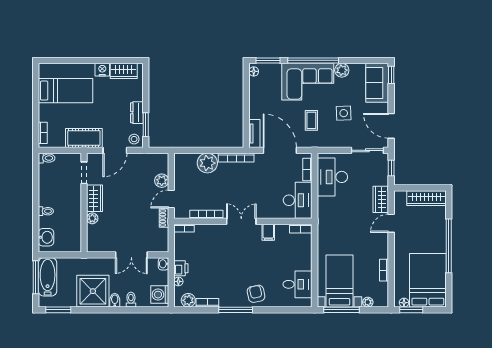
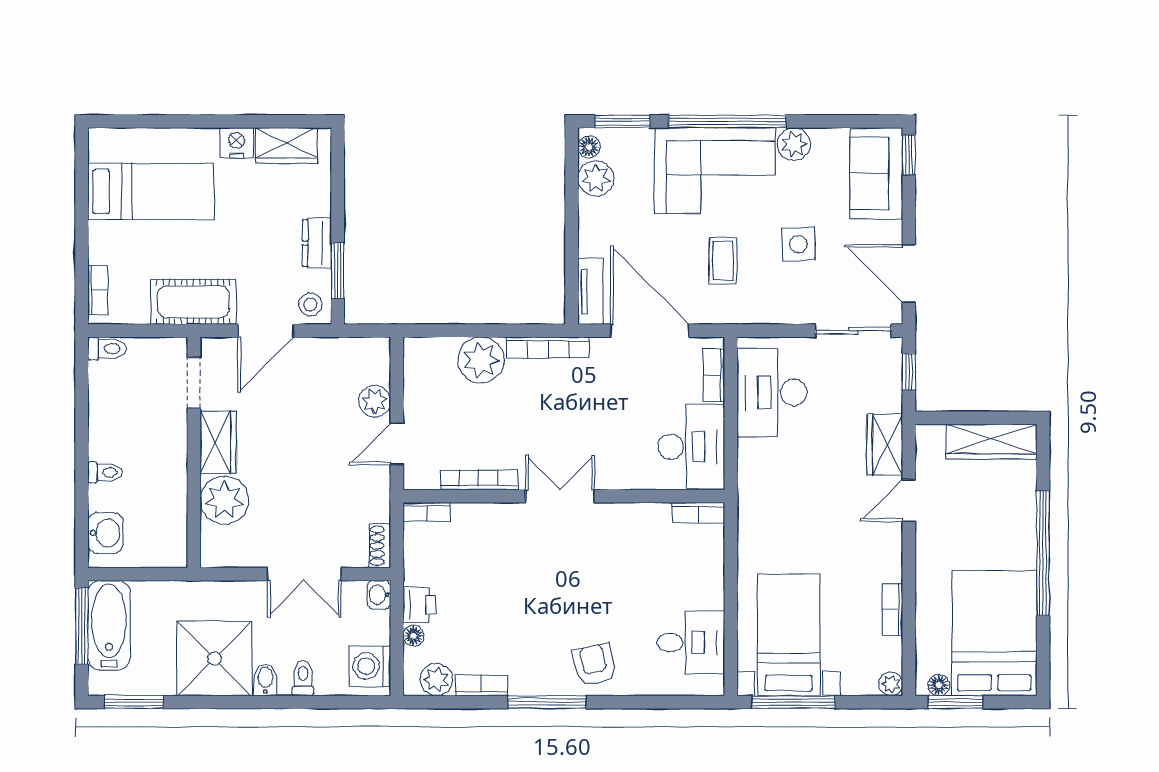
plant: (257, 85) -> (596, 178), added
plant: (92, 218) -> (224, 500), width x1.87, depth x1.87
shoe rack: (164, 218) -> (380, 546), moved
filing cabinet: (268, 232) -> (623, 521), removed
plant: (368, 302) -> (891, 684), moved

